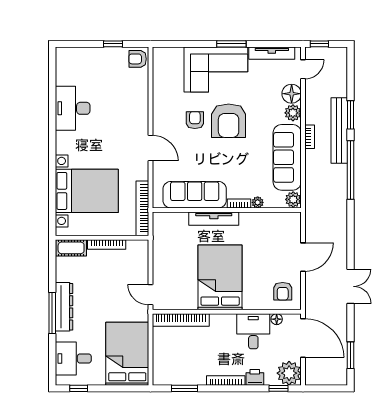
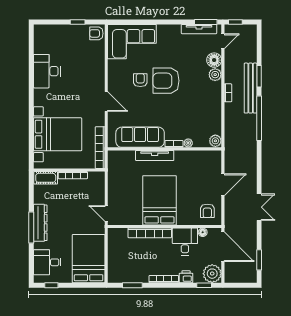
window: (231, 44) -> (206, 22), moved
corner sofa: (216, 70) -> (132, 42), moved
armchair: (229, 121) -> (166, 81), turned 90
sofa: (287, 157) -> (211, 109), removed
bookcase: (181, 320) -> (150, 233), moved

